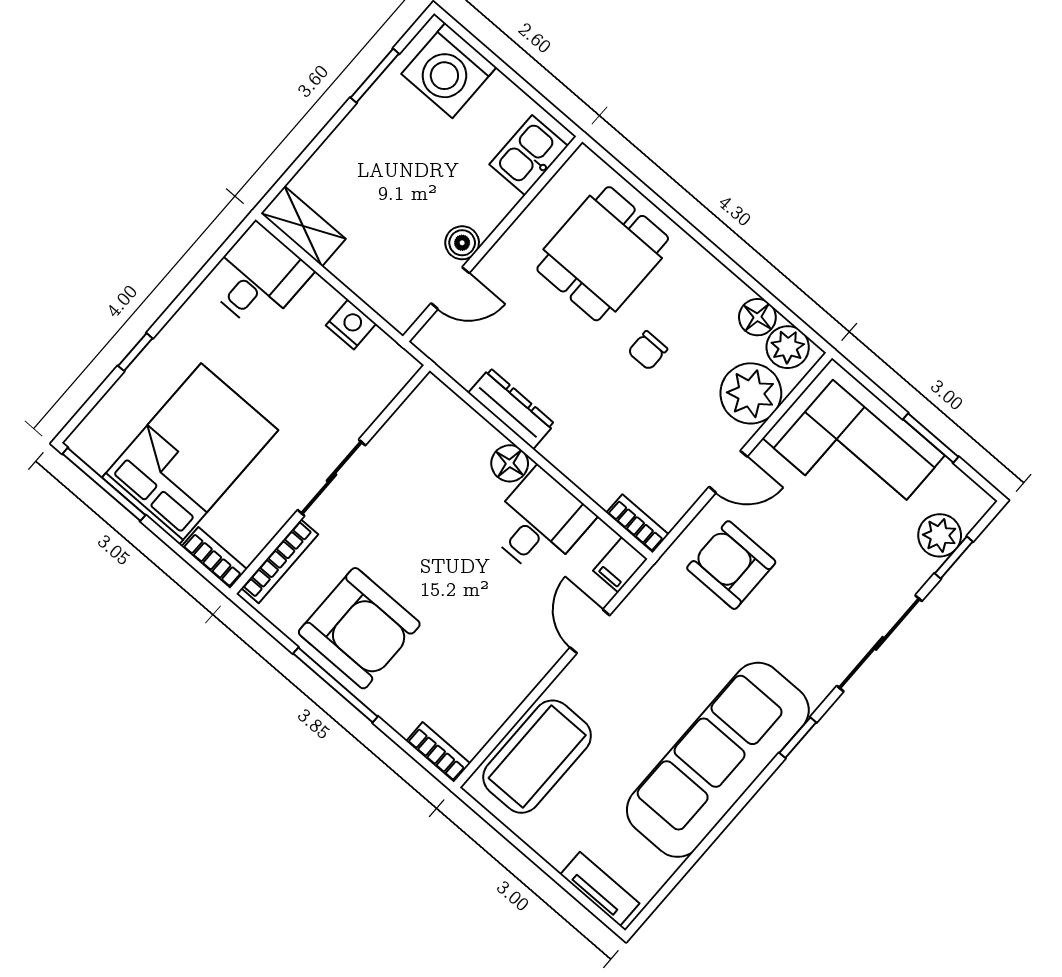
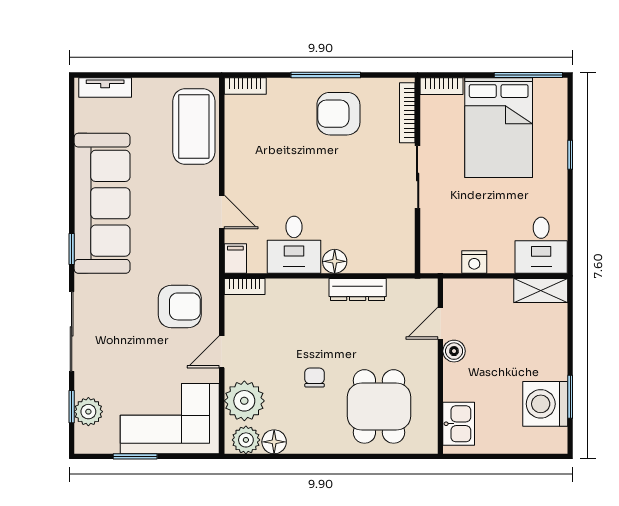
washing machine: (449, 71) -> (545, 404), moved, turned -90
armchair: (359, 628) -> (338, 114), width x0.73, depth x0.73

